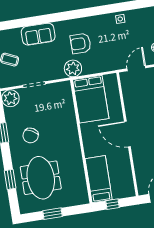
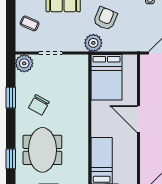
armchair: (81, 43) -> (105, 18), turned 113
window: (10, 179) -> (11, 159), moved

